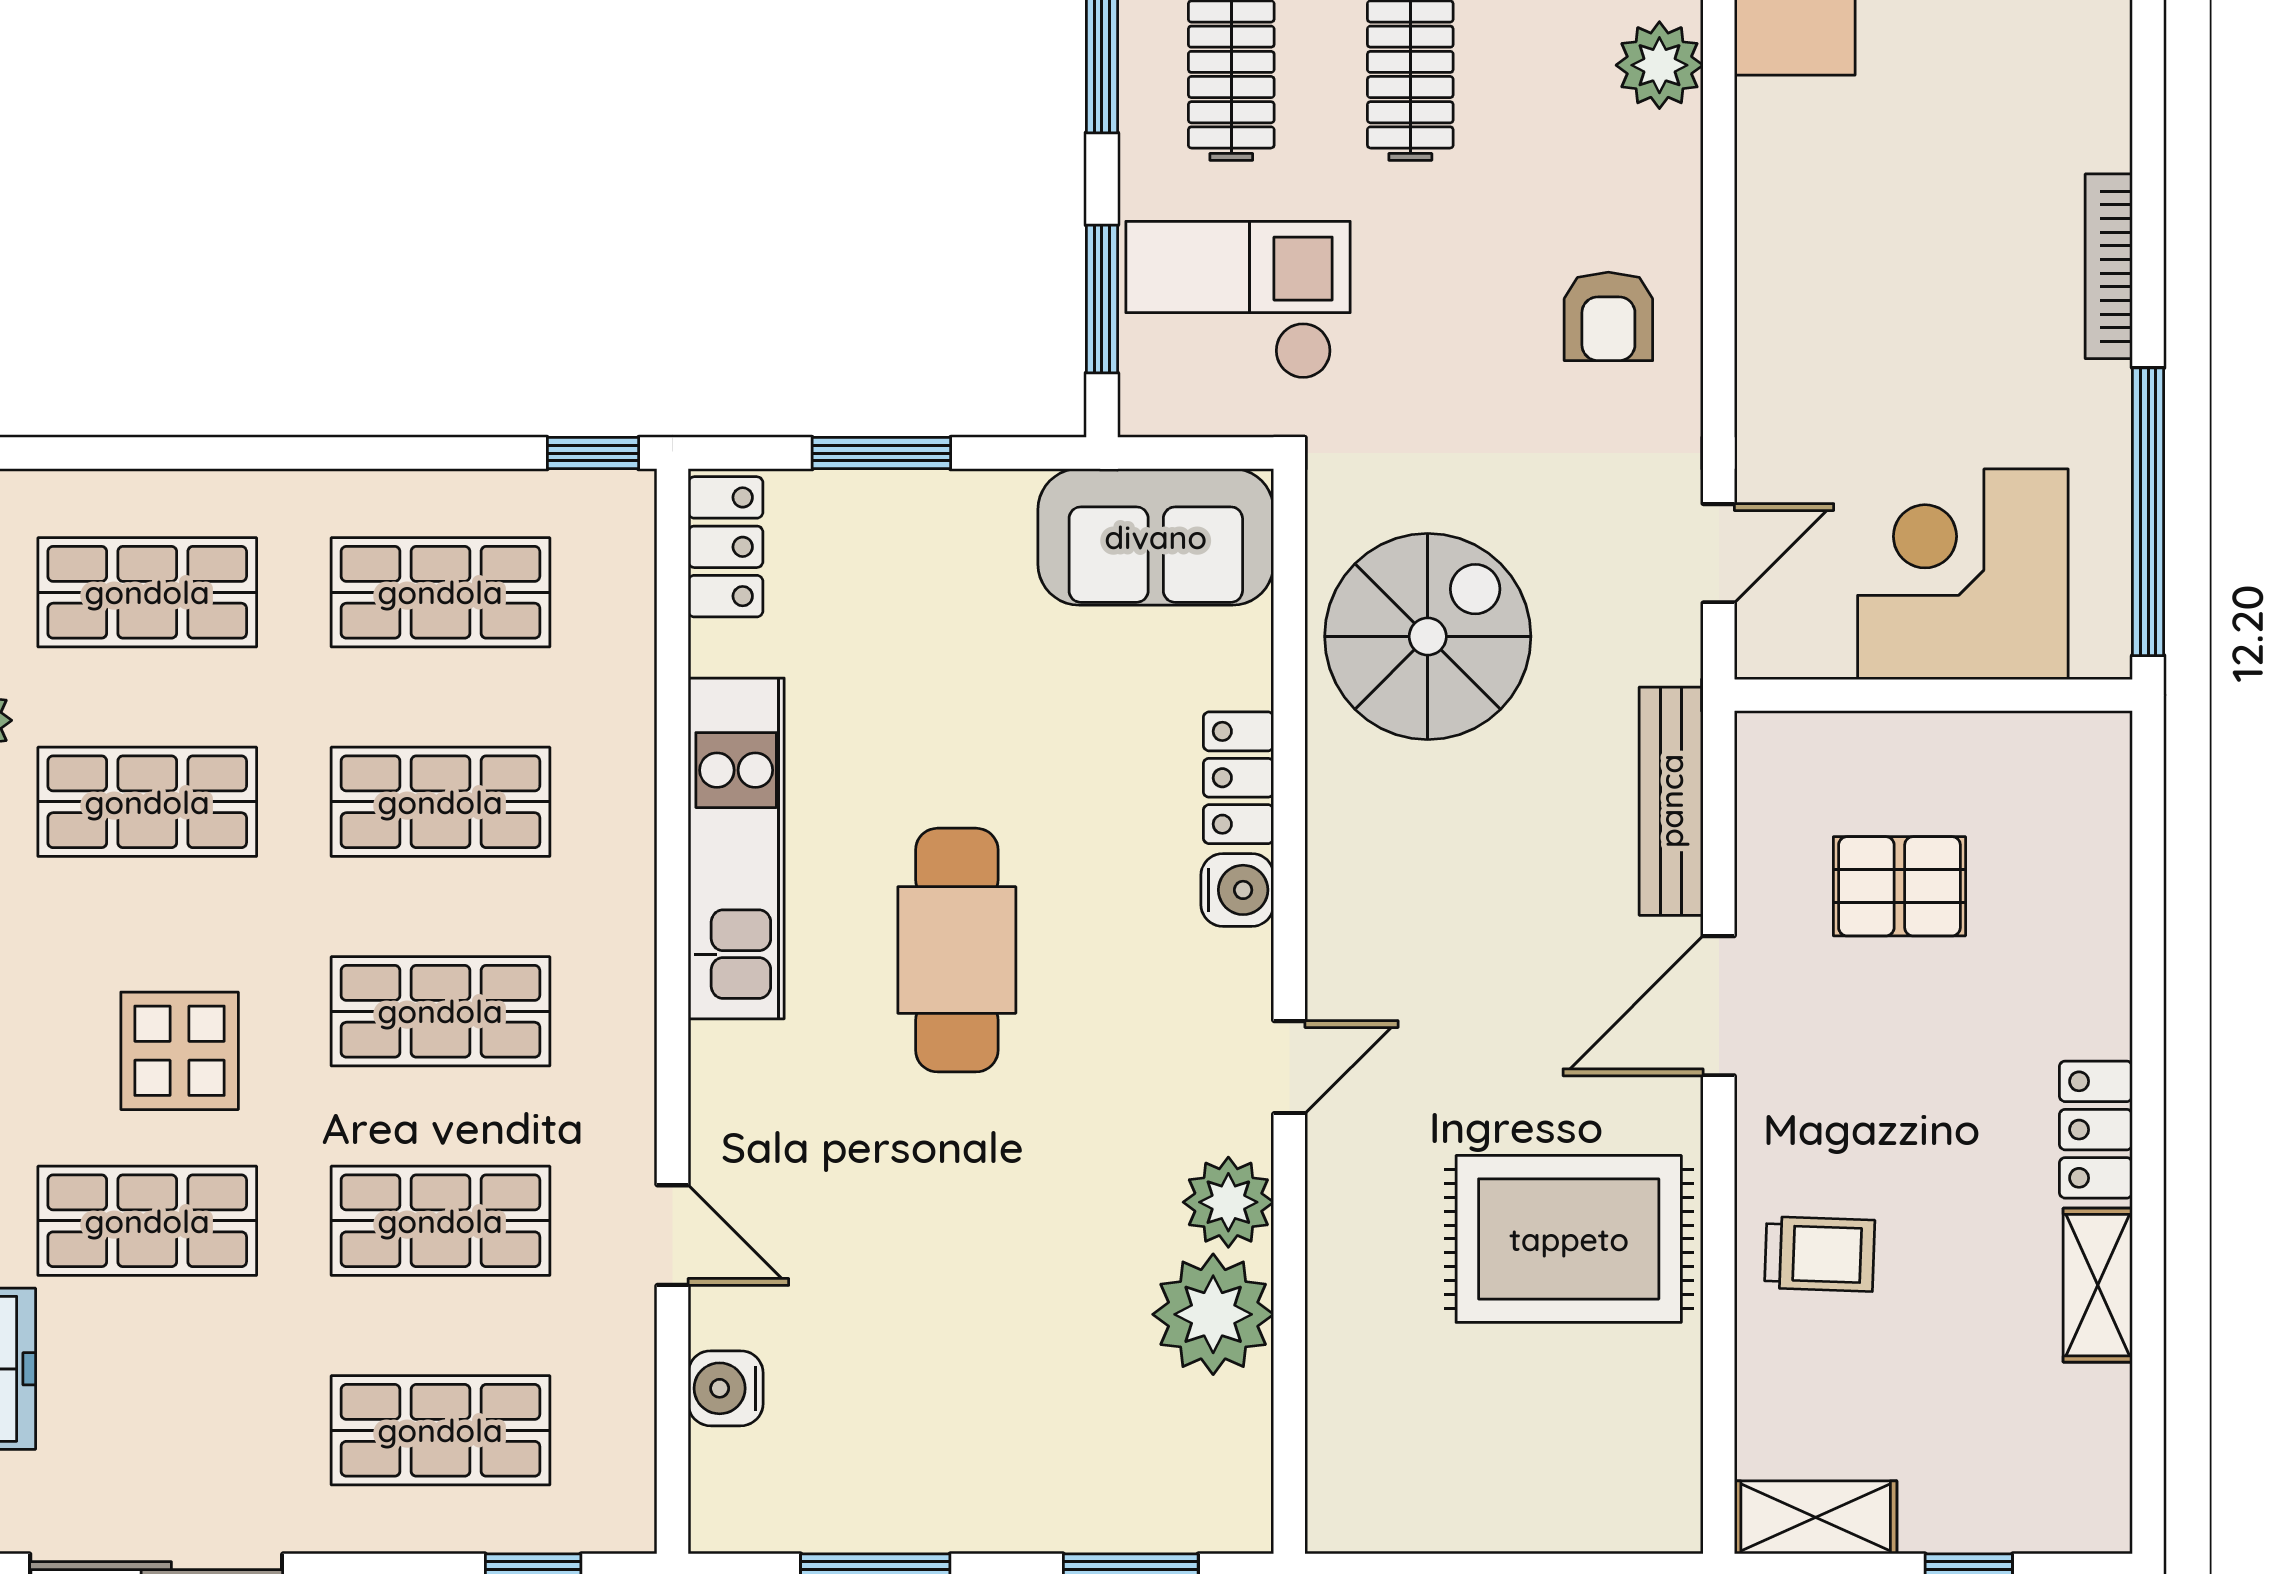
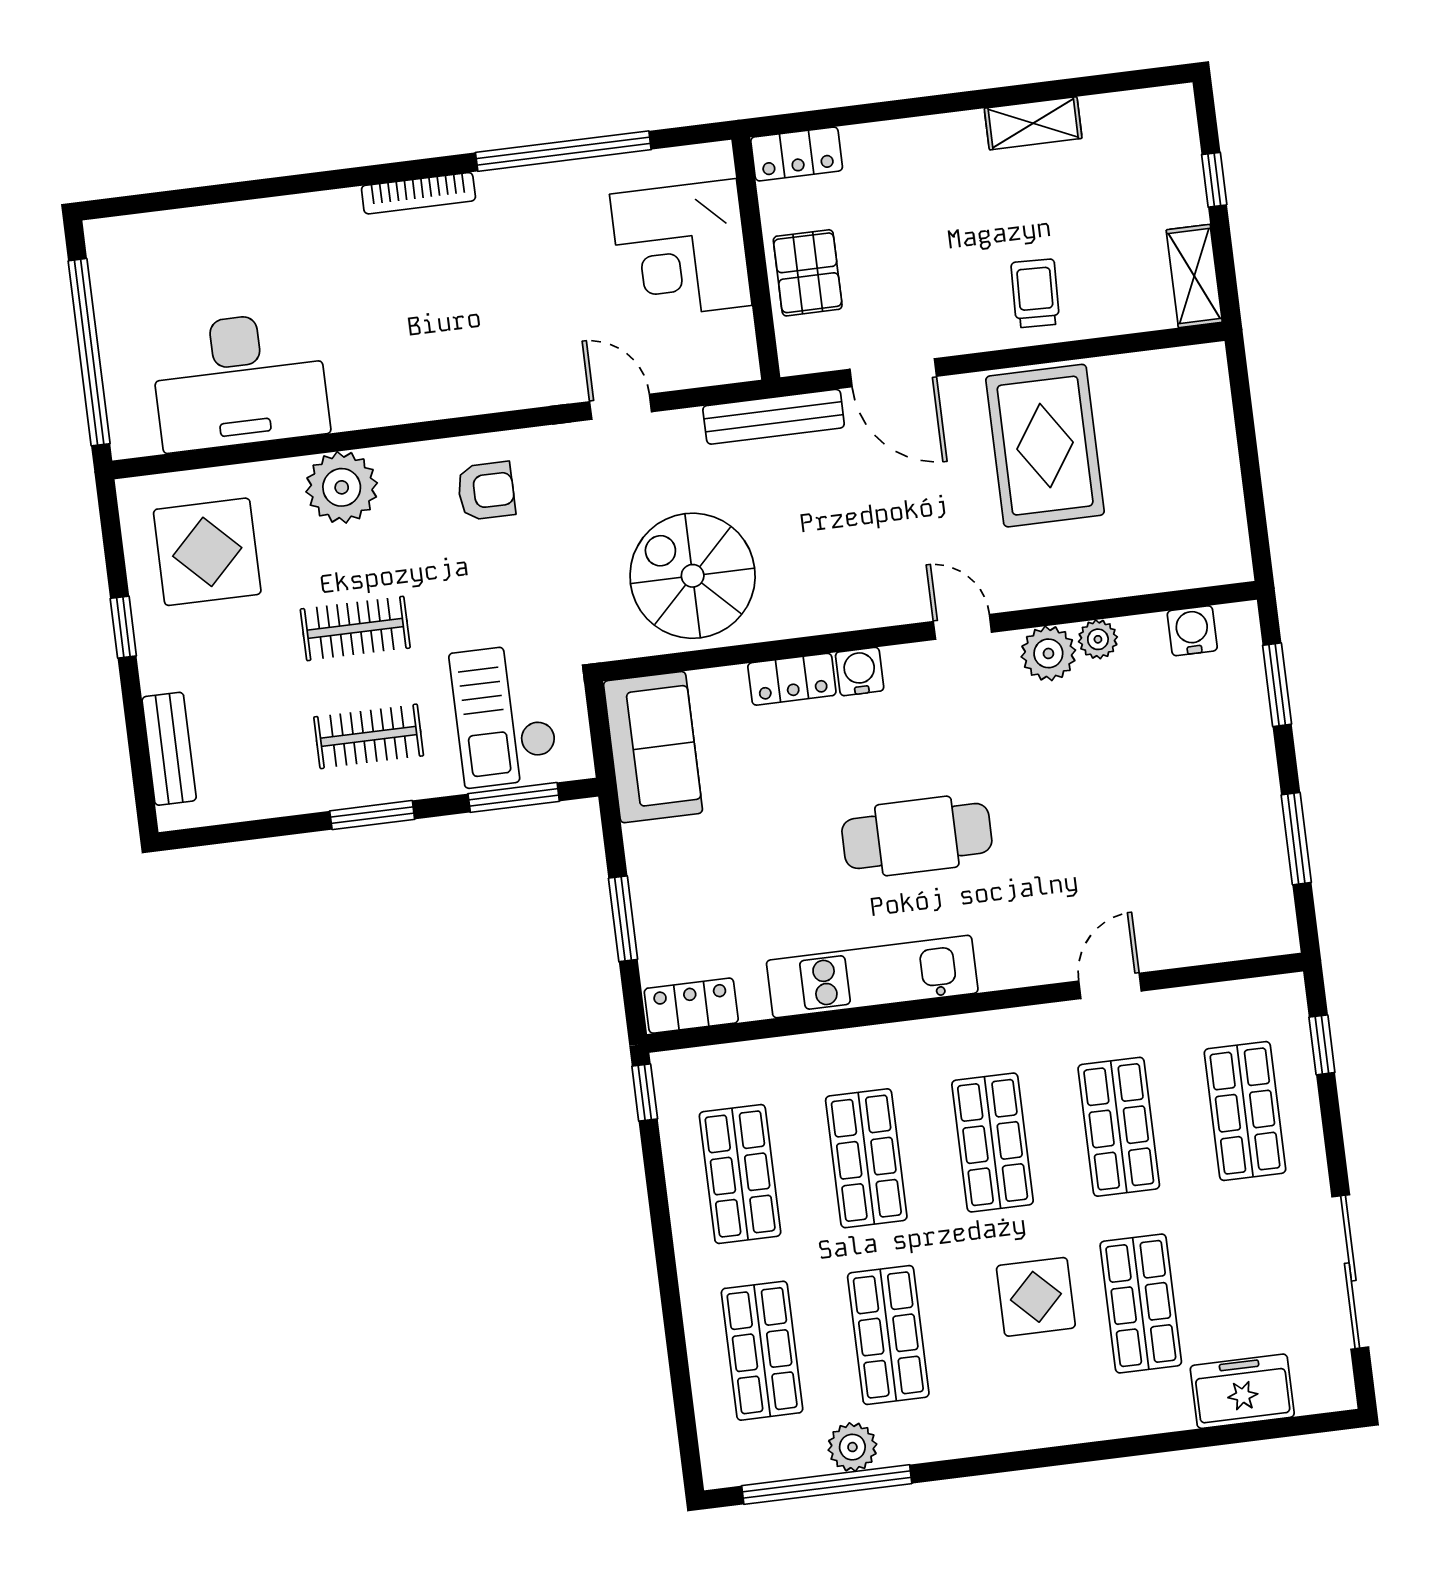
plant: (1659, 65) -> (342, 487), width x1.36, depth x1.36
corner desk: (1963, 574) -> (681, 250), moved
wall: (1933, 695) -> (756, 258), moved
locker: (2096, 1130) -> (797, 154), moved
plant: (1213, 1314) -> (1098, 639), width x0.53, depth x0.53
water cooler: (726, 1388) -> (1192, 631), moved, turned 180

